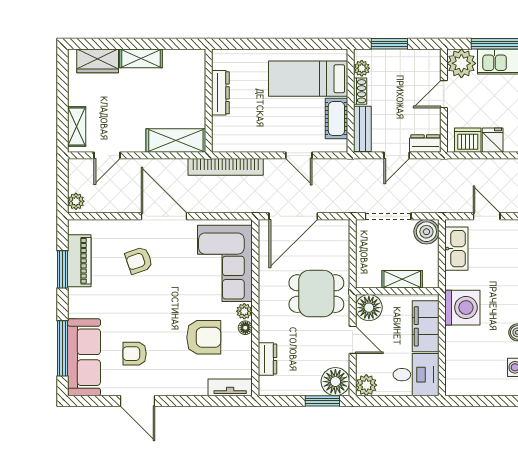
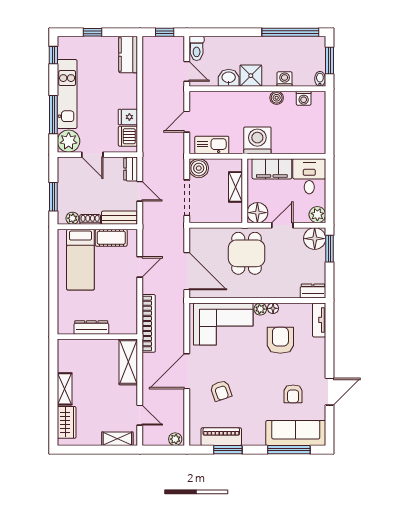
dresser: (267, 359) -> (313, 291), moved

